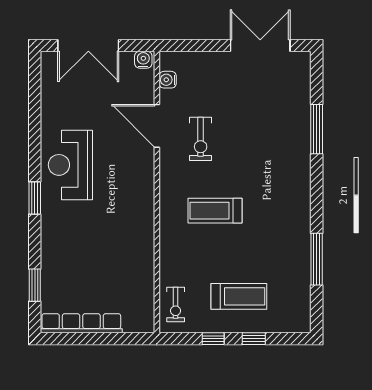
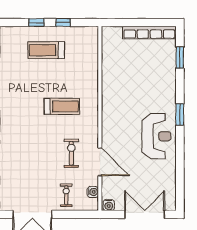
exercise bike: (176, 304) -> (66, 195), moved

